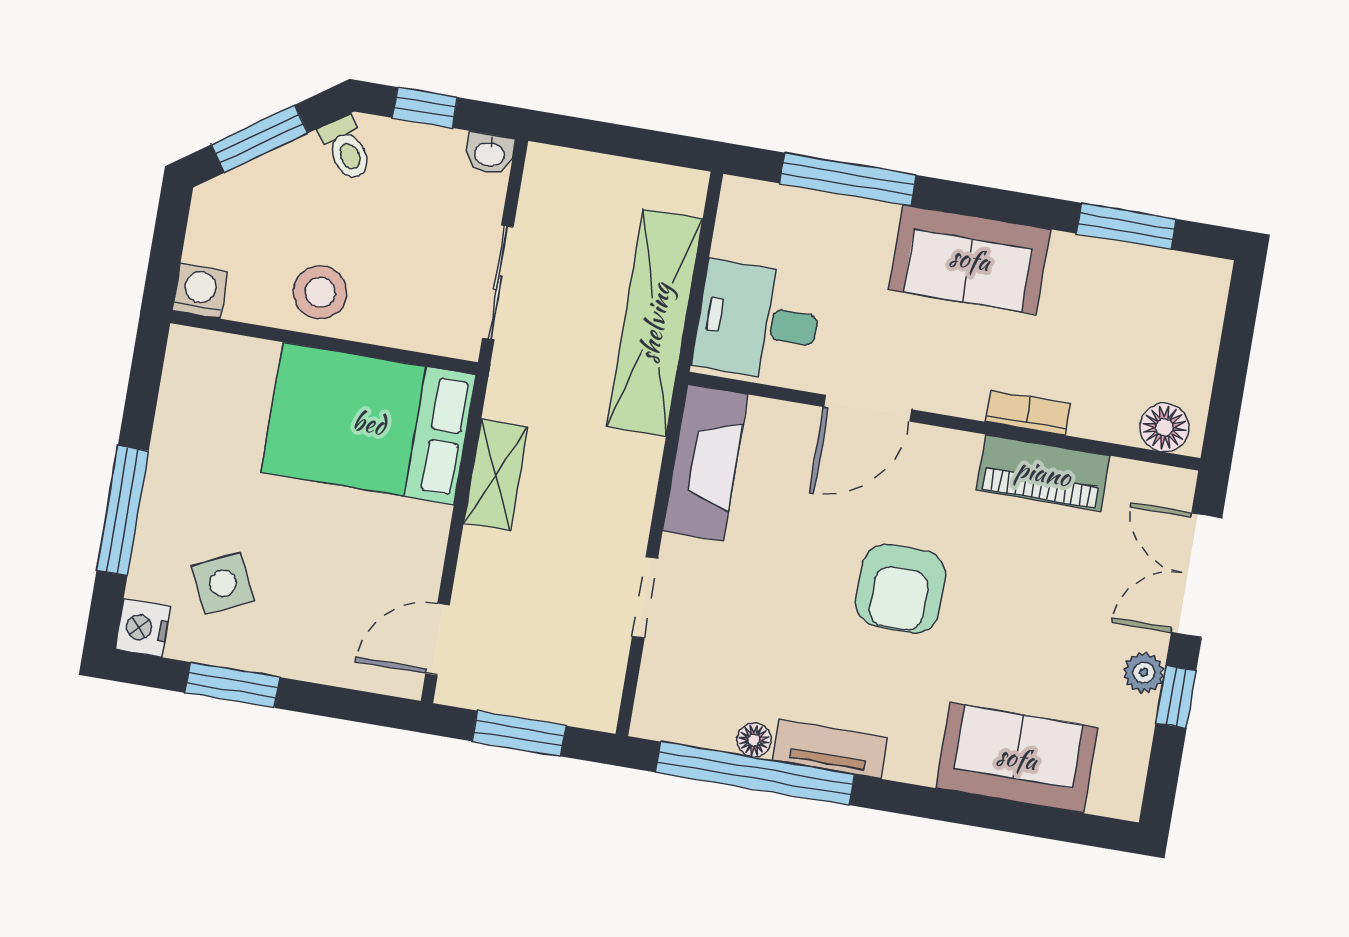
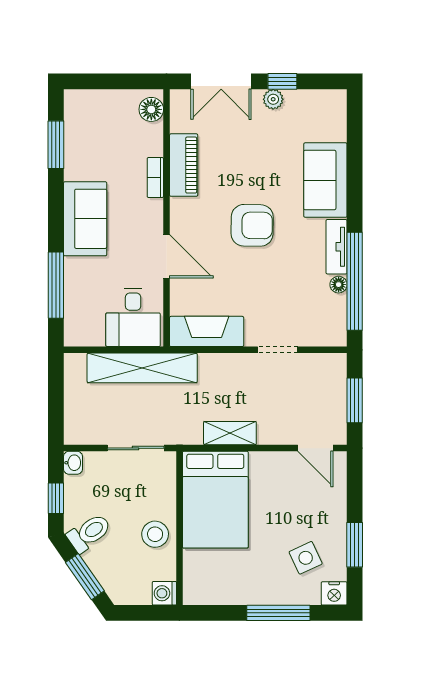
toilet: (346, 149) -> (89, 533), width x1.37, depth x1.39
sofa: (1017, 758) -> (325, 180), moved

